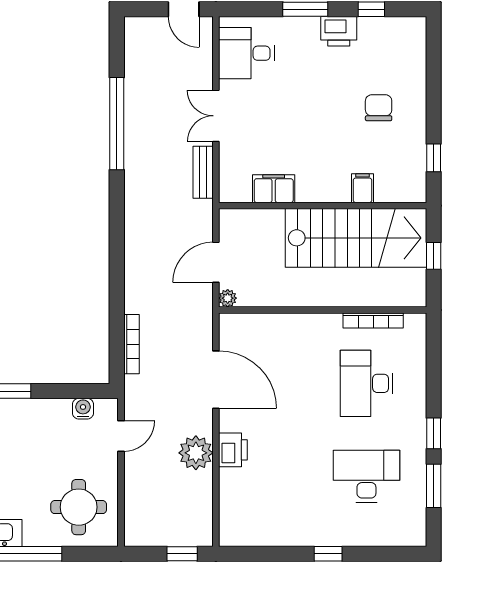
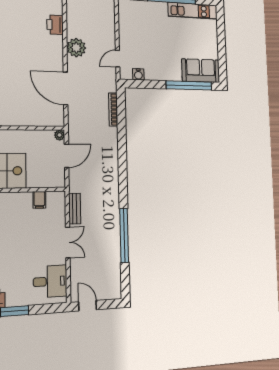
filing cabinet: (274, 189) -> (39, 200), width x0.50
printer: (233, 450) -> (55, 25), moved
round table: (79, 507) -> (139, 21), removed

